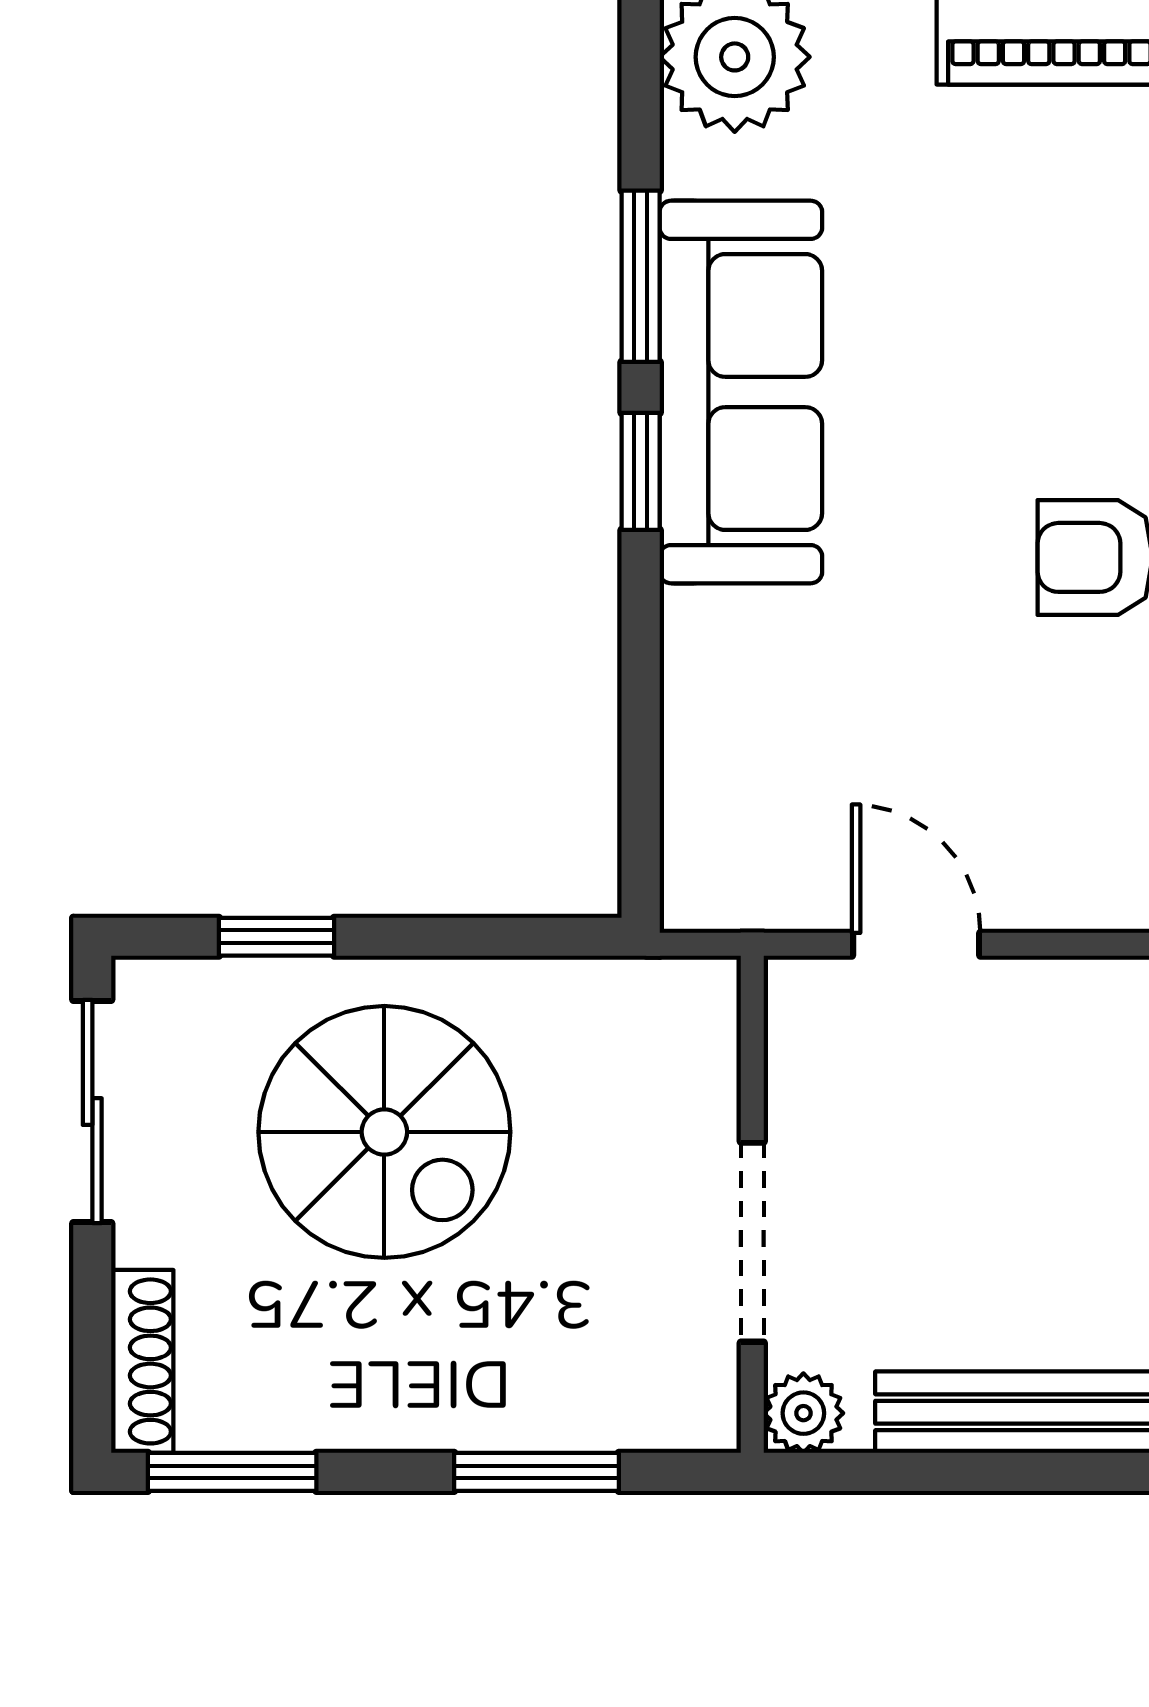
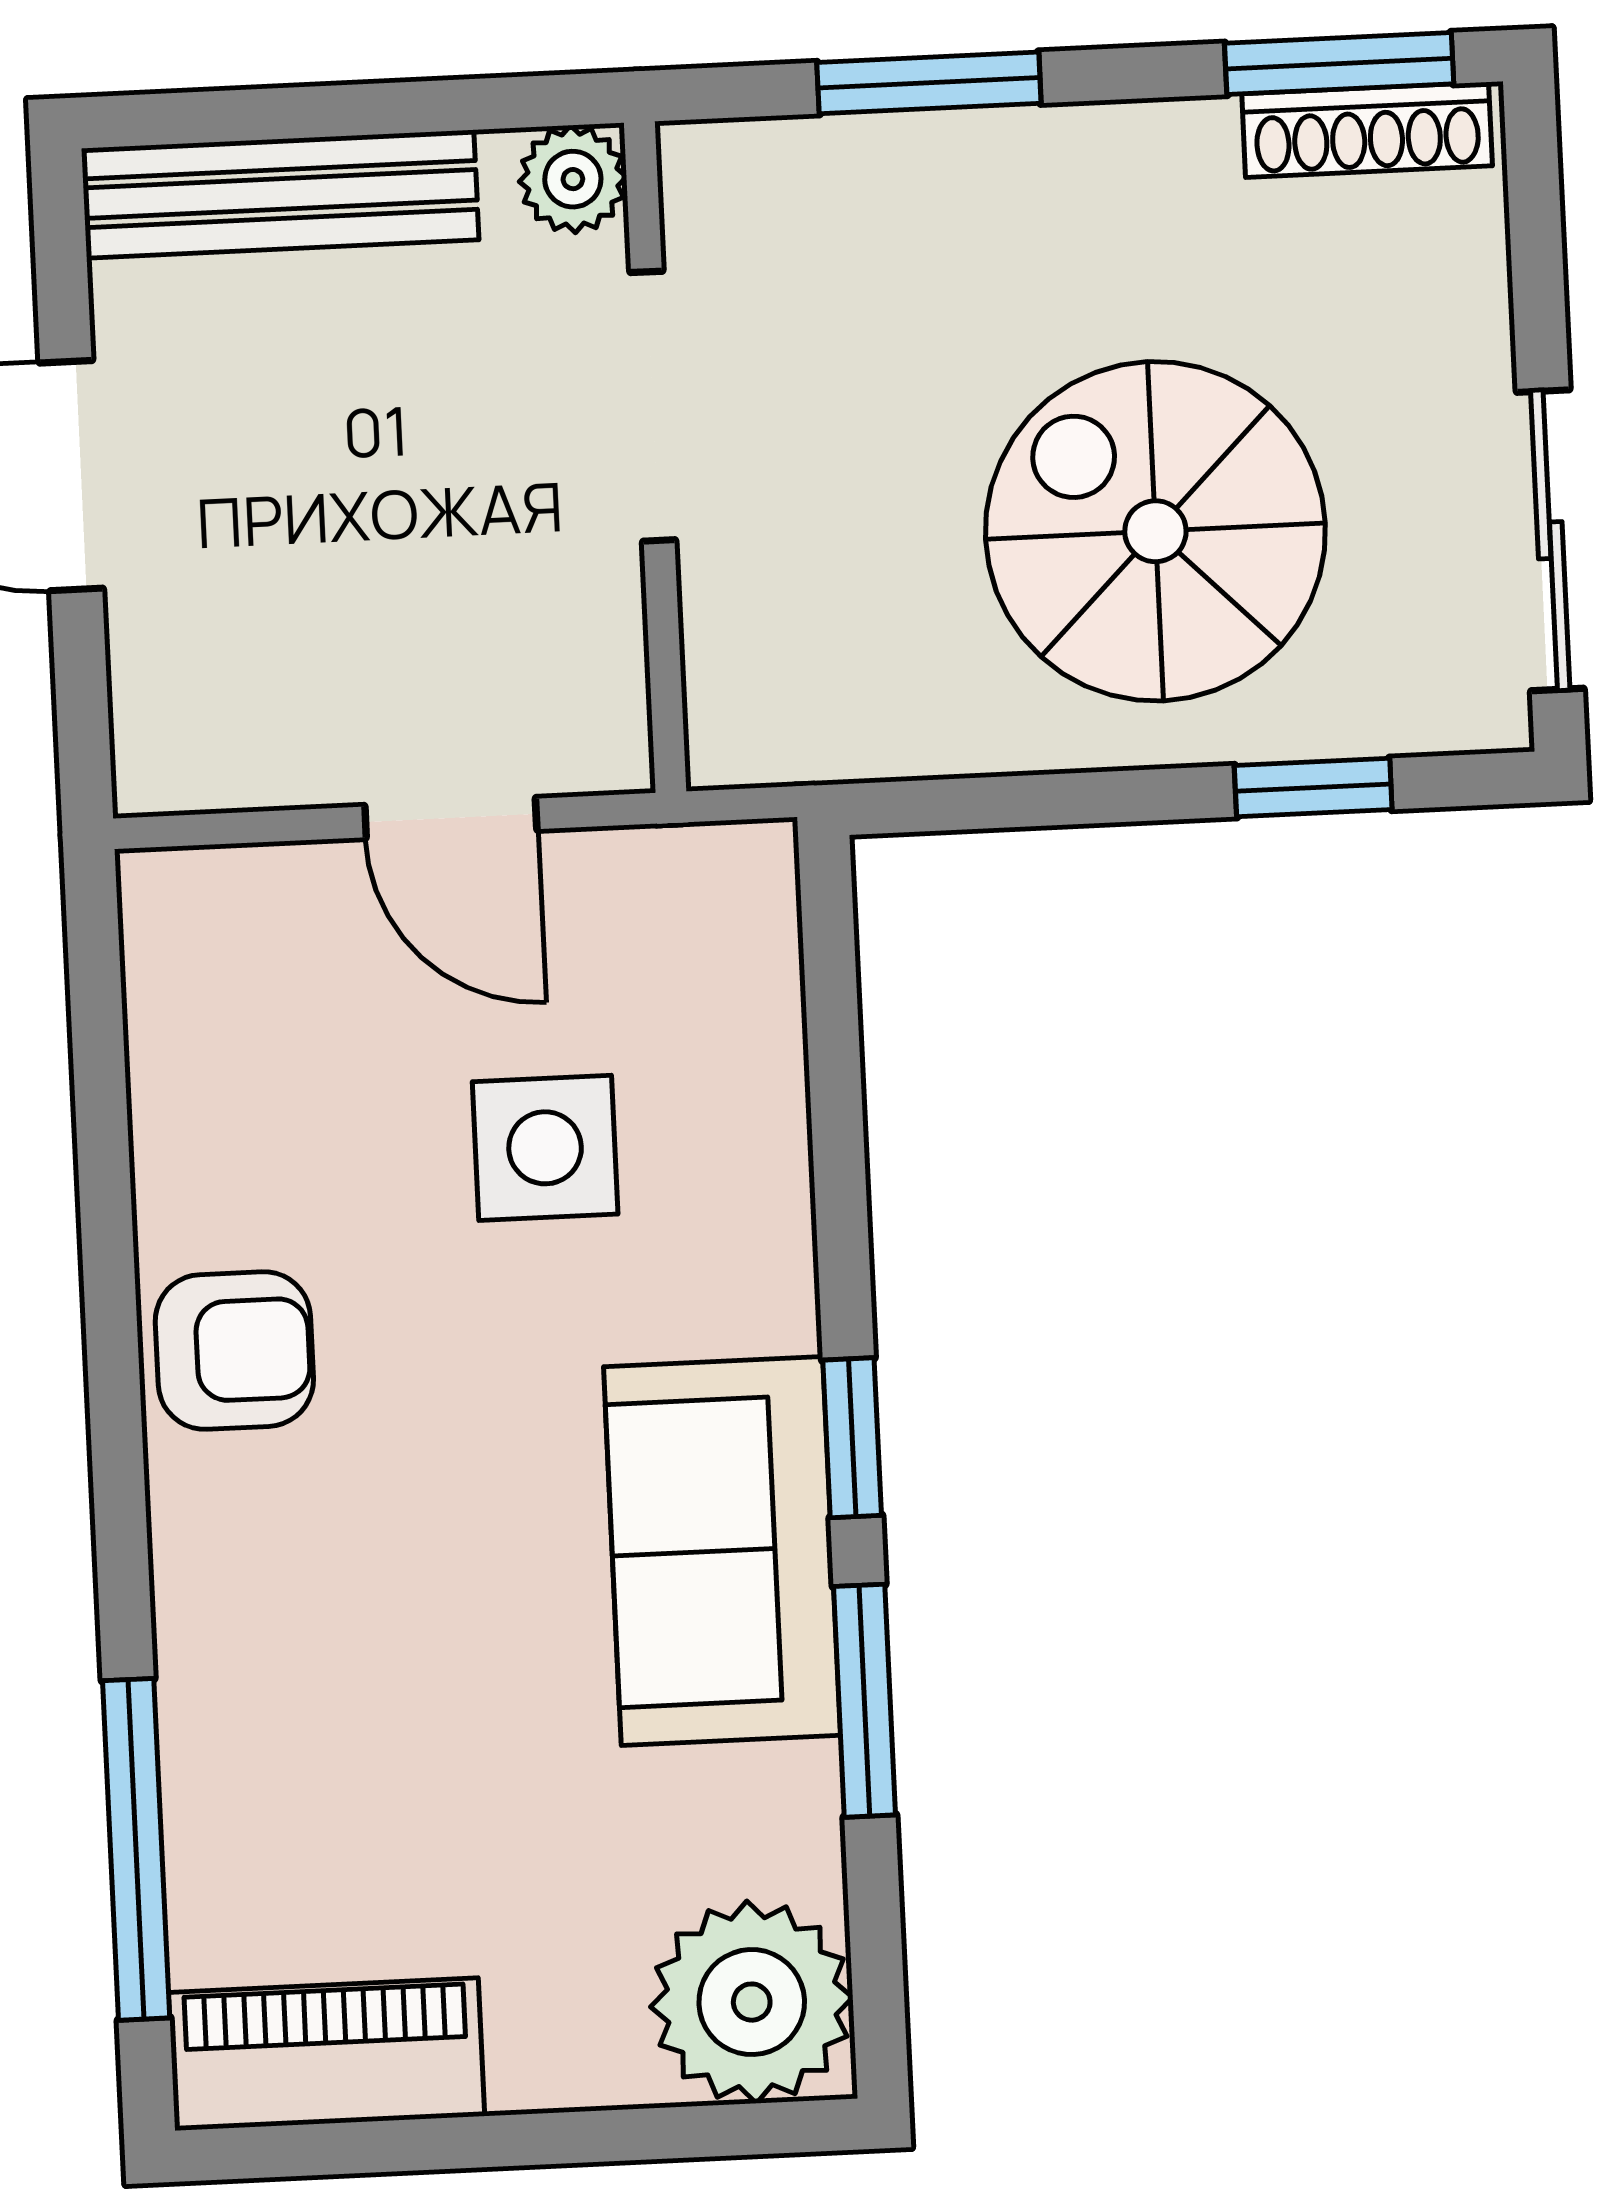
sofa: (741, 392) -> (722, 1551), width x0.73
side table: (858, 697) -> (545, 1148), added
shoe rack: (142, 1361) -> (1367, 130), moved, turned -90

